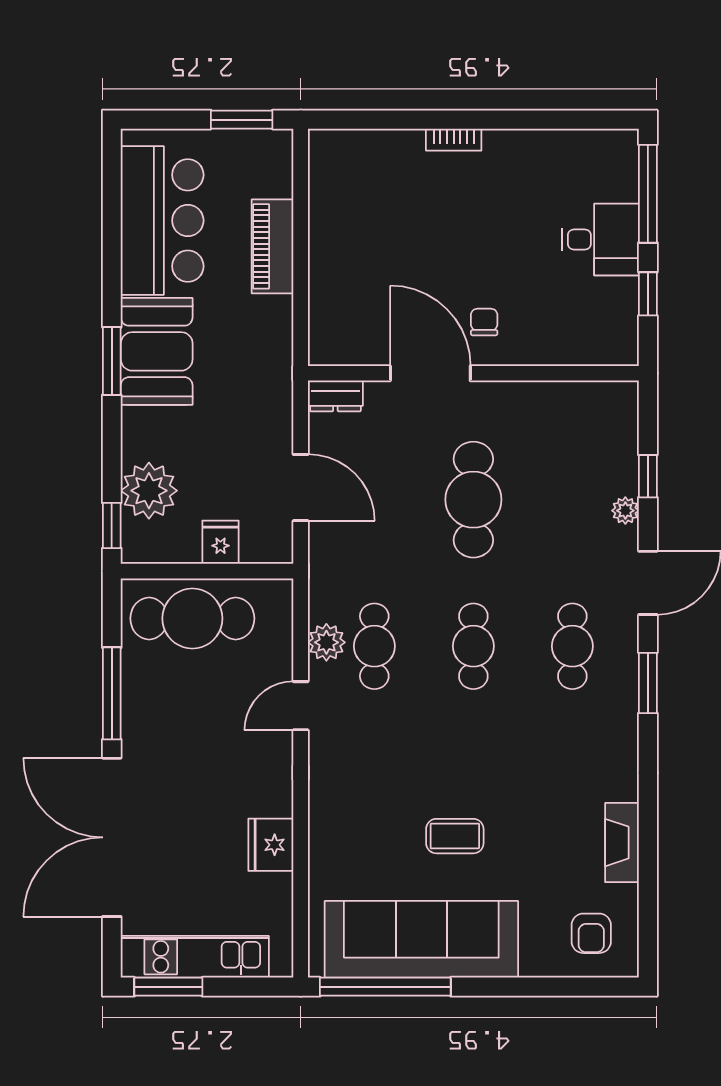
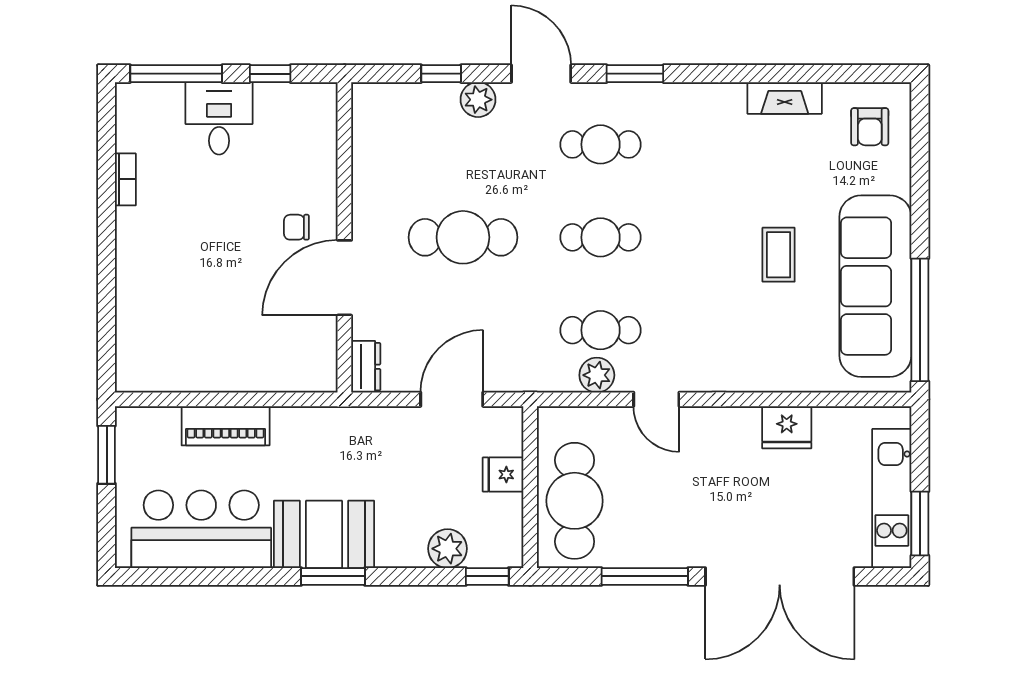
bookcase: (454, 140) -> (125, 179), moved
plant: (149, 491) -> (448, 549), width x0.73, depth x0.73
plant: (625, 511) -> (478, 100), width x1.38, depth x1.38
armchair: (591, 933) -> (870, 127), turned 90

